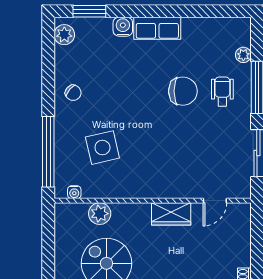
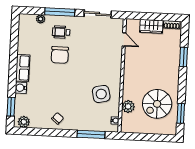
chair: (183, 91) -> (60, 55), turned 180
side table: (102, 148) -> (101, 94), moved
window: (48, 152) -> (91, 134), width x0.68
wardrobe: (171, 214) -> (151, 26), moved, turned 90

